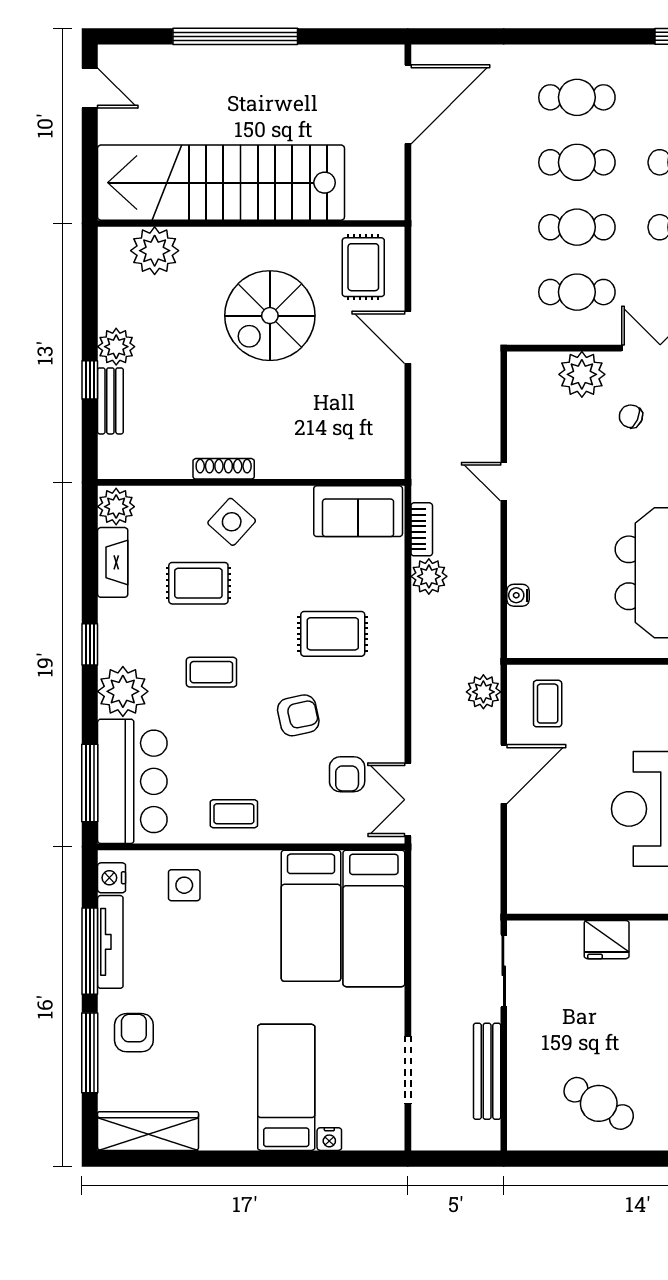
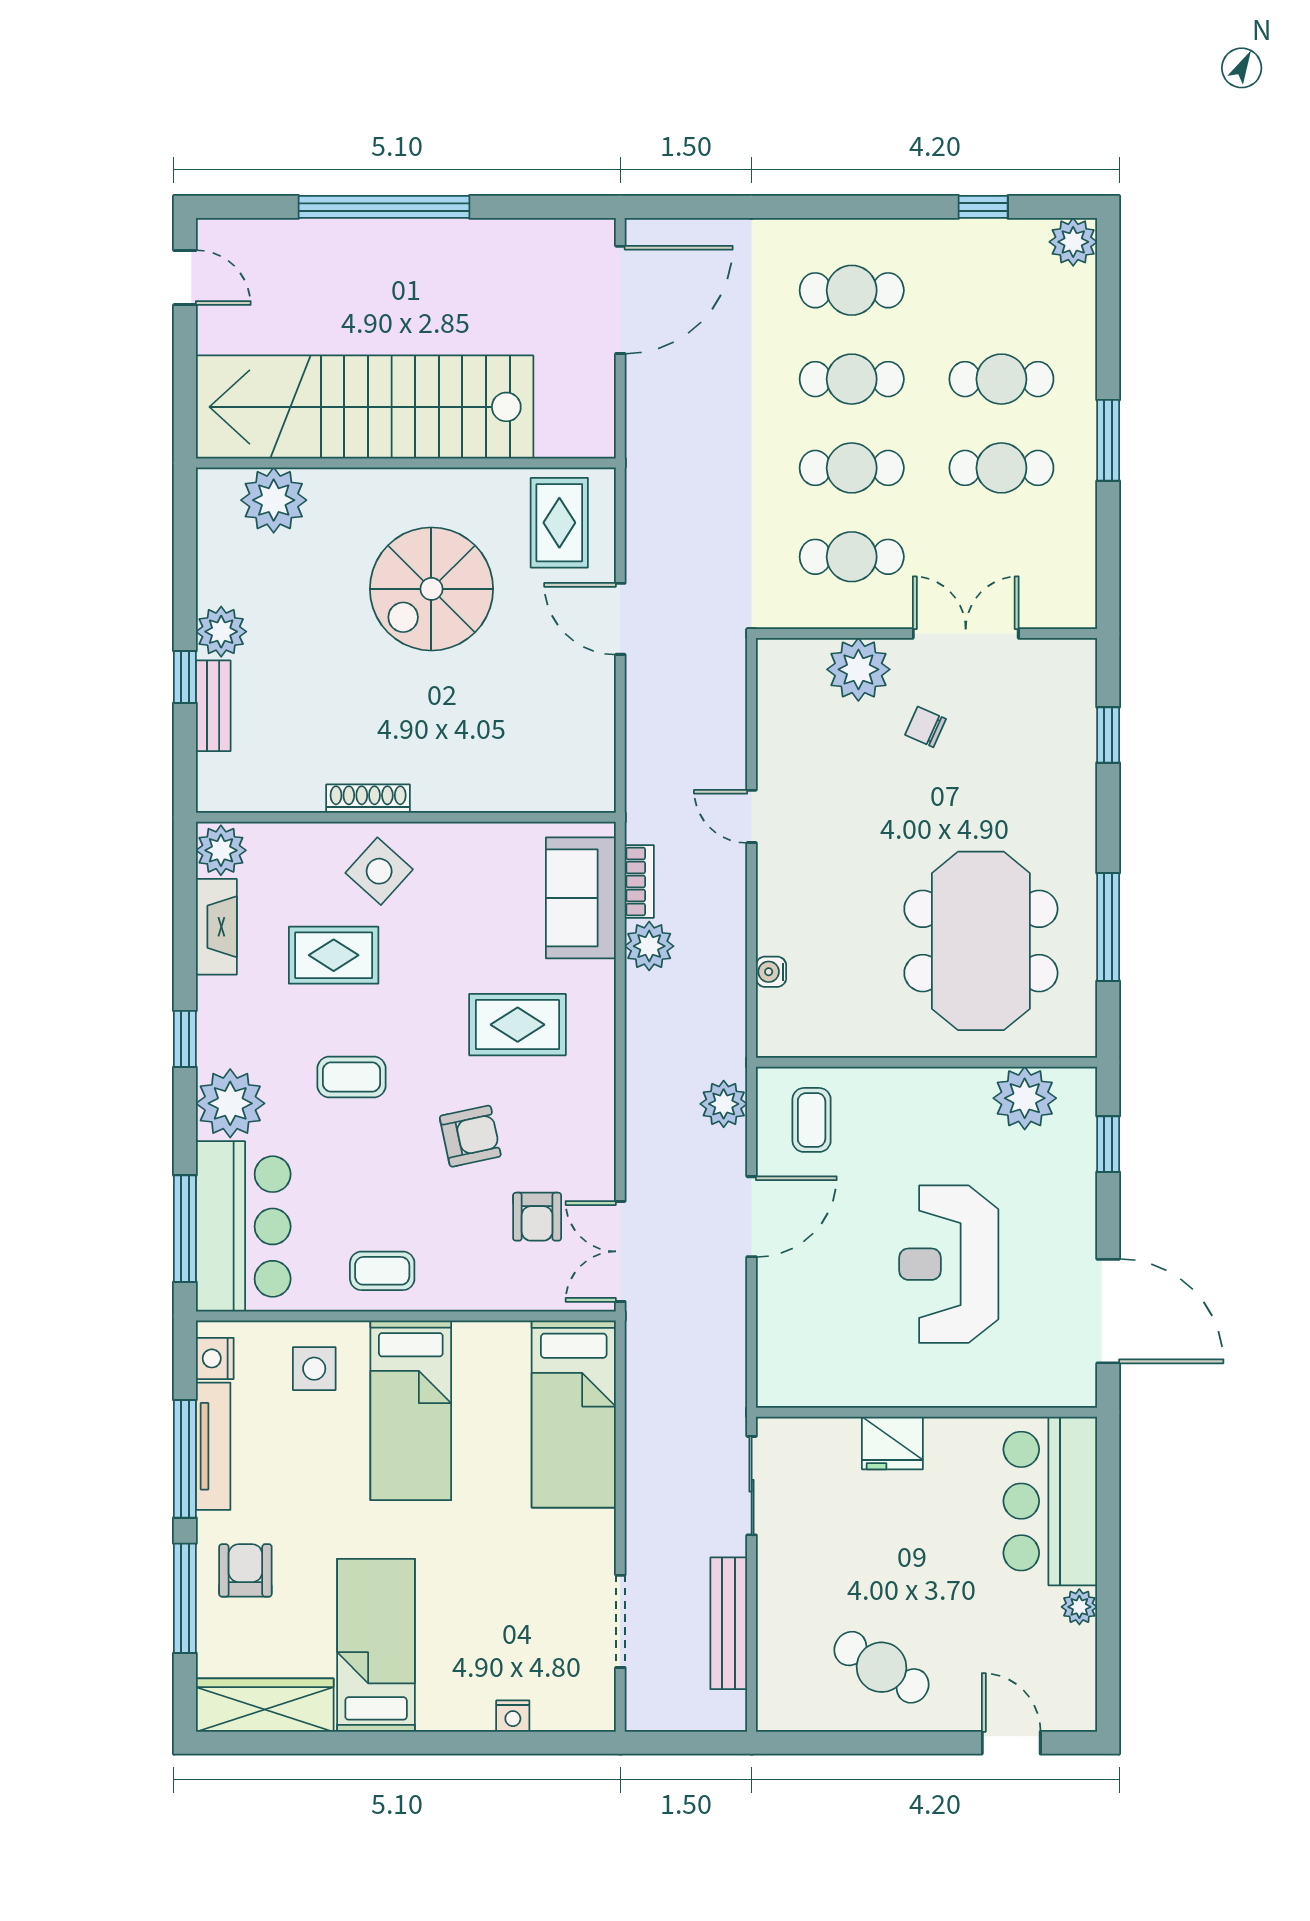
sofa: (358, 511) -> (581, 898), moved, turned 90
bed: (311, 916) -> (411, 1410), moved
bed: (286, 1087) -> (376, 1645), moved

